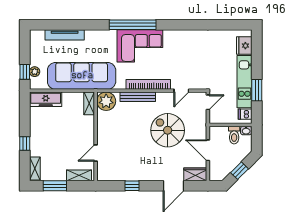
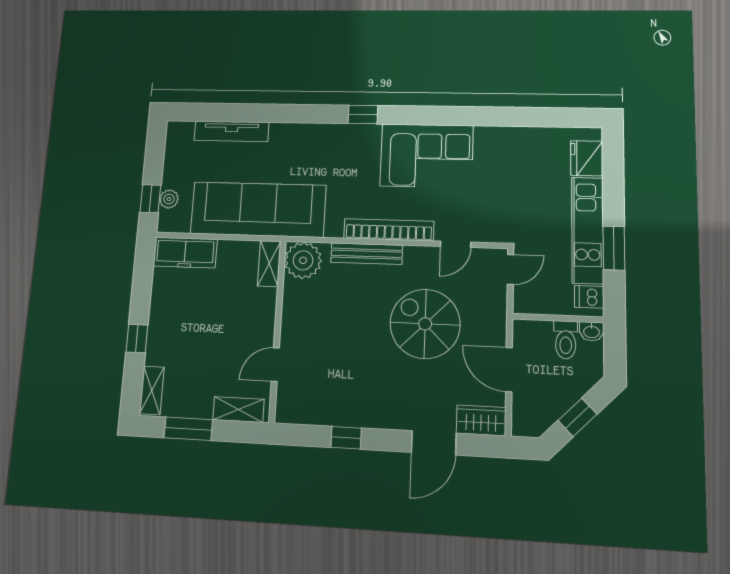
window: (133, 25) -> (363, 115), width x0.32
corner sofa: (140, 46) -> (427, 156), moved

